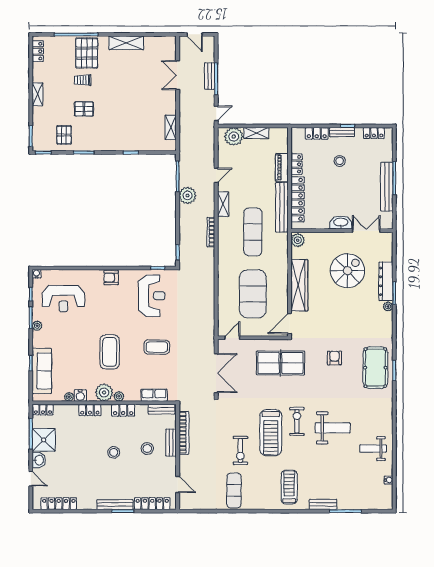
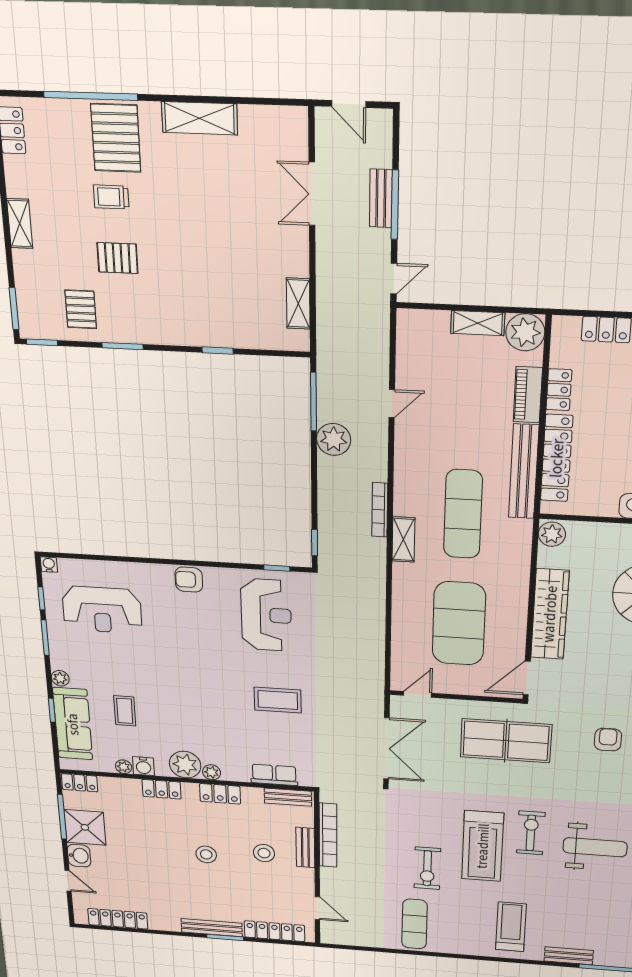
plant: (234, 137) -> (525, 332), moved
shelving: (223, 204) -> (403, 539), moved
plant: (37, 326) -> (60, 678), moved
coffee table: (110, 352) -> (125, 711), moved, width x0.54, depth x0.58

